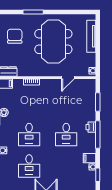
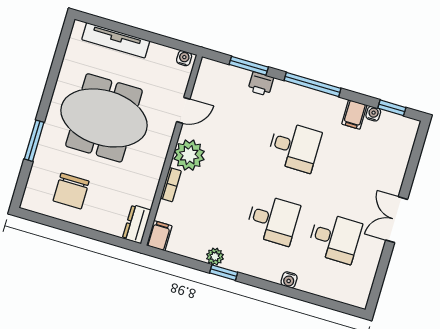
chair: (15, 36) -> (71, 191), turned -90
door: (68, 78) -> (183, 110), hinge flipped
plant: (48, 86) -> (189, 155), added
printer: (91, 127) -> (261, 84), moved

